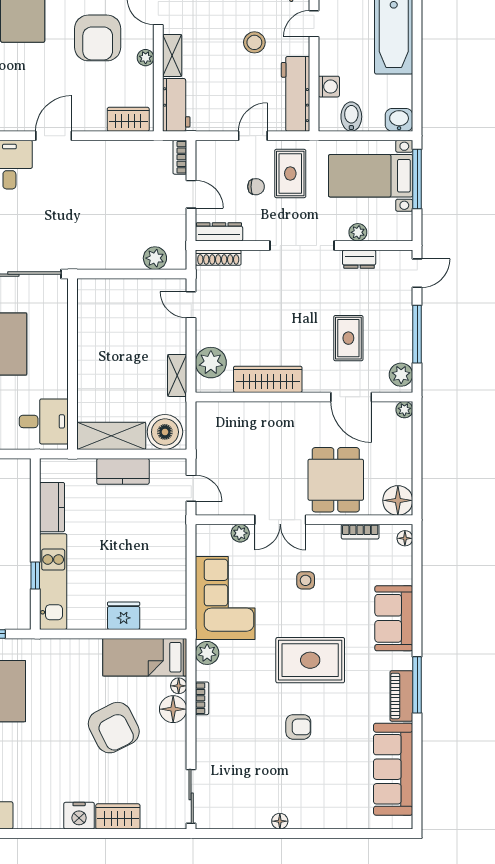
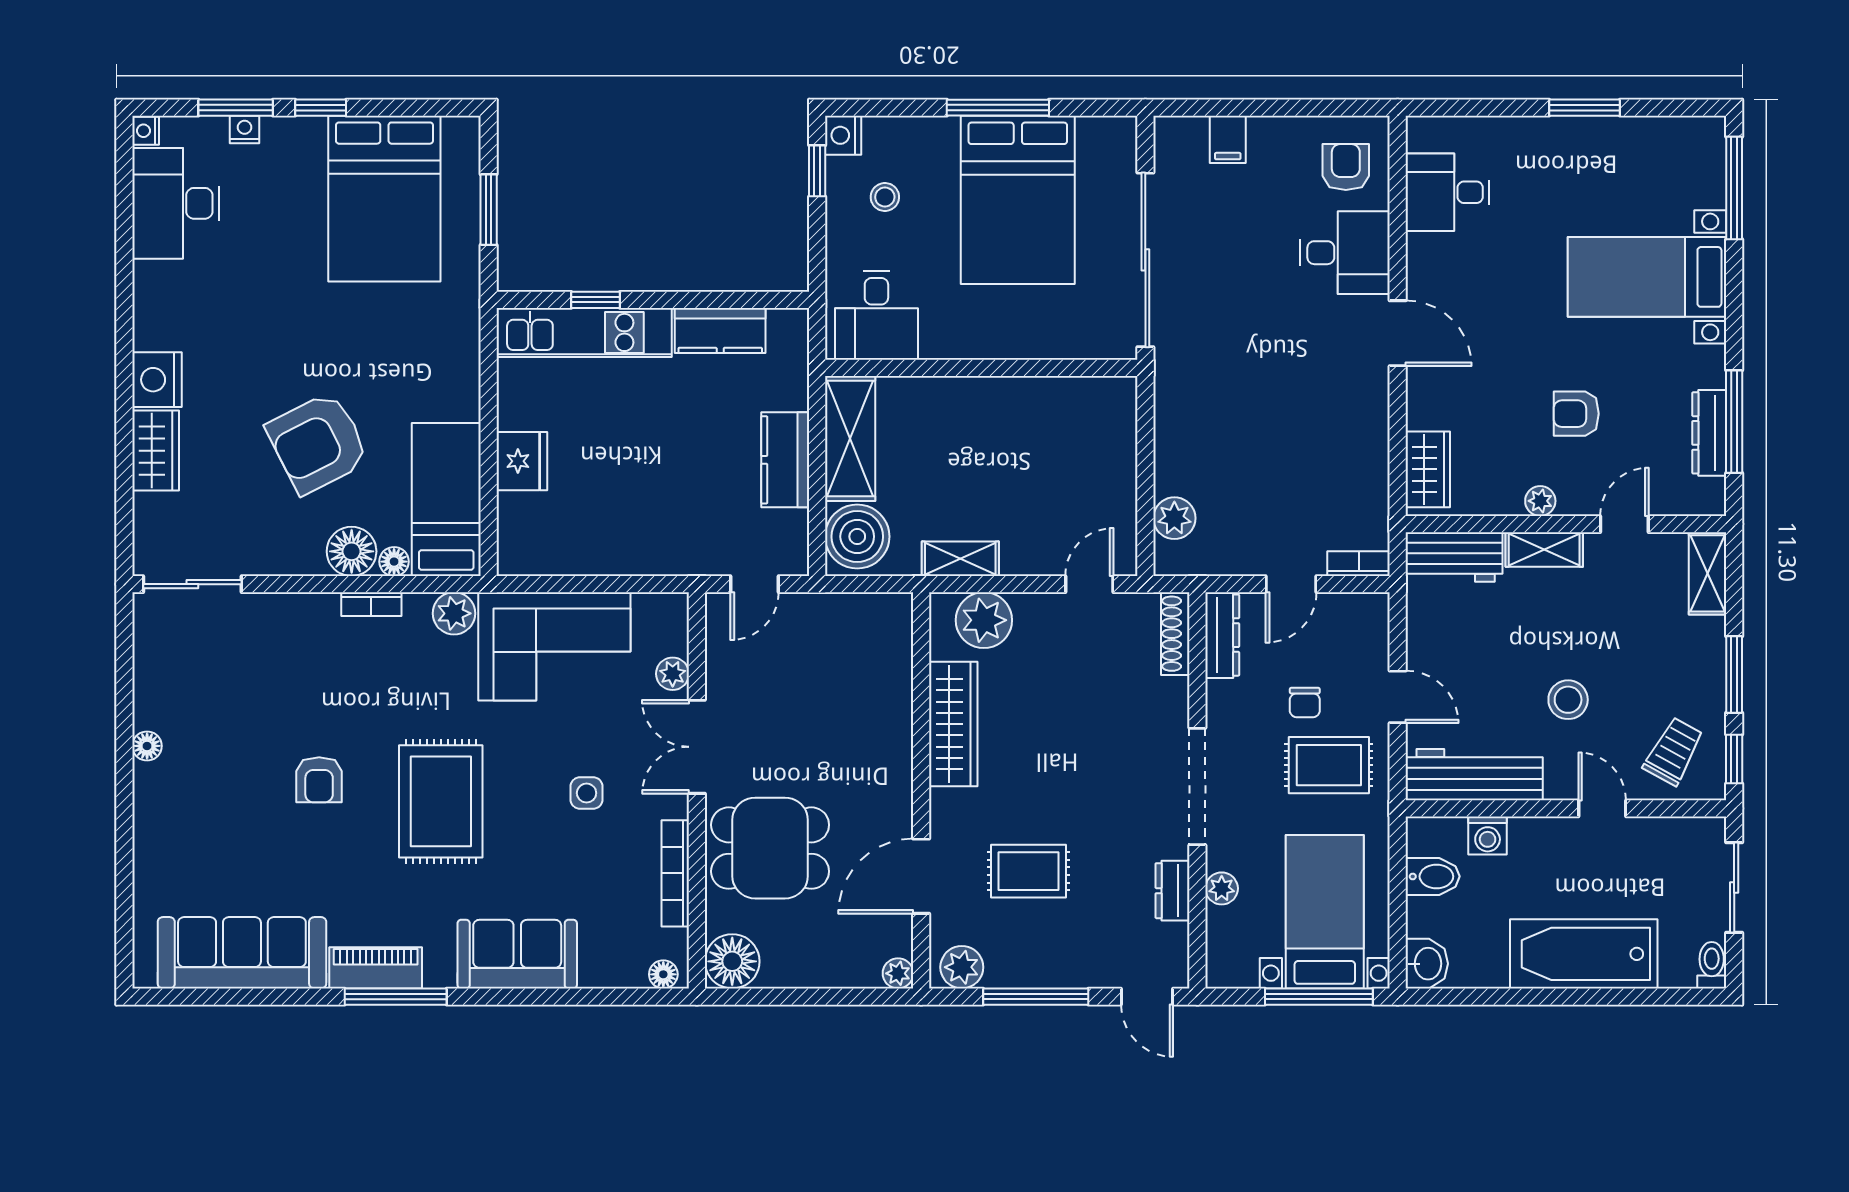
armchair: (98, 38) -> (1576, 414), width x0.53, depth x0.53
bookcase: (360, 532) -> (675, 873), width x1.56

